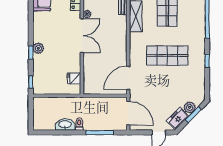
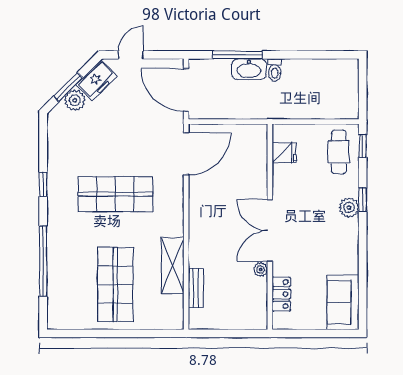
cafe table: (44, 79) -> (339, 152), added
washbasin: (65, 125) -> (249, 69), moved

